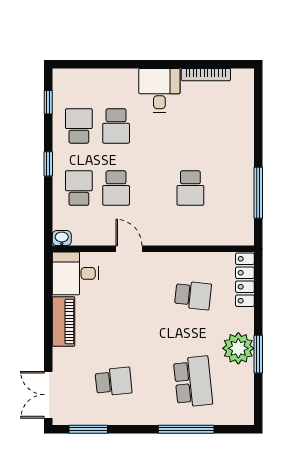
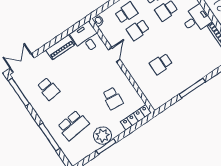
window: (258, 193) -> (192, 88), moved
window: (88, 429) -> (19, 92), width x1.44

